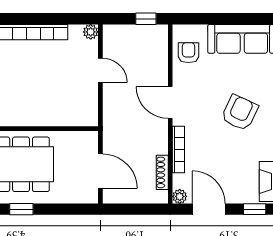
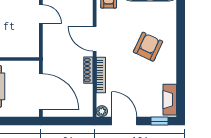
door: (100, 171) -> (41, 92), width x1.36
shoe rack: (162, 172) -> (88, 70), moved

